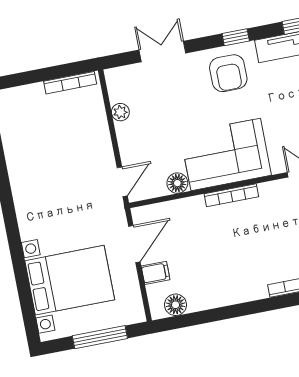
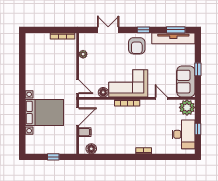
door: (122, 182) -> (78, 87), hinge flipped
bed with nightstands: (70, 280) -> (44, 113), moved
window: (100, 337) -> (53, 157), width x0.46

